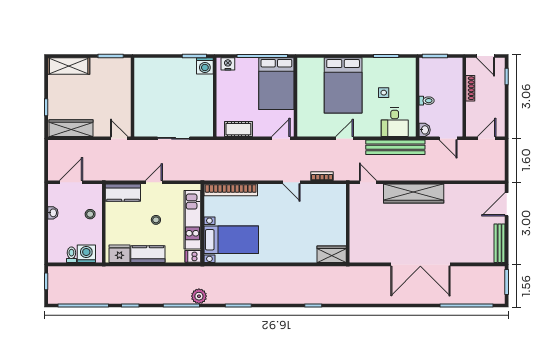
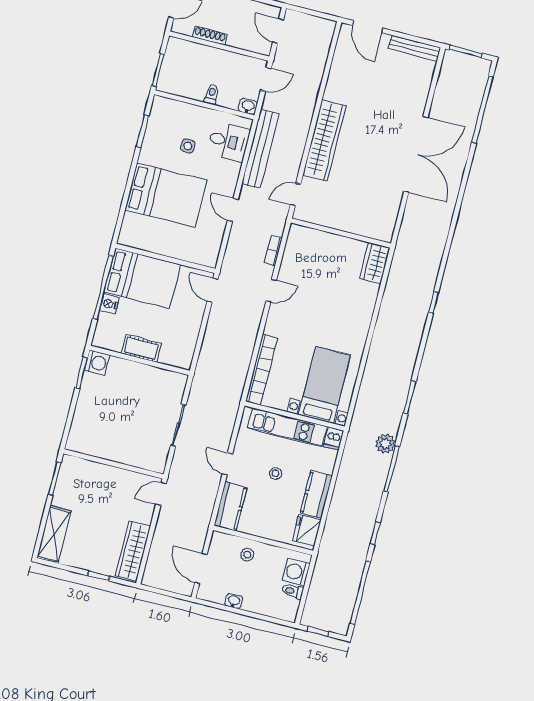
nightstand: (228, 64) -> (109, 304), moved
cot: (238, 129) -> (141, 348), moved, turned 90

